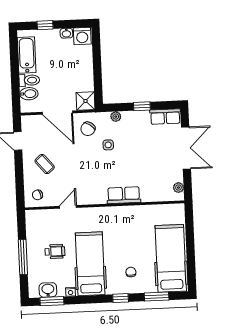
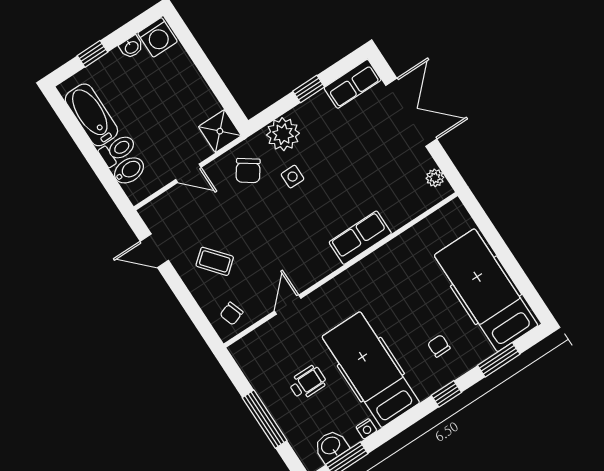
door: (57, 113) -> (188, 173), width x0.53
plant: (116, 117) -> (283, 134), width x1.88, depth x1.88

